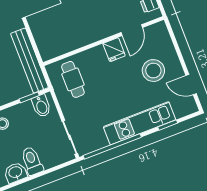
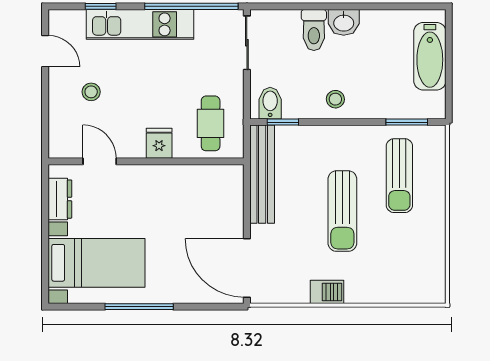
door: (132, 30) -> (100, 161), hinge flipped
fridge: (114, 50) -> (159, 143), moved
stool: (153, 71) -> (91, 92), width x0.53, depth x0.53

